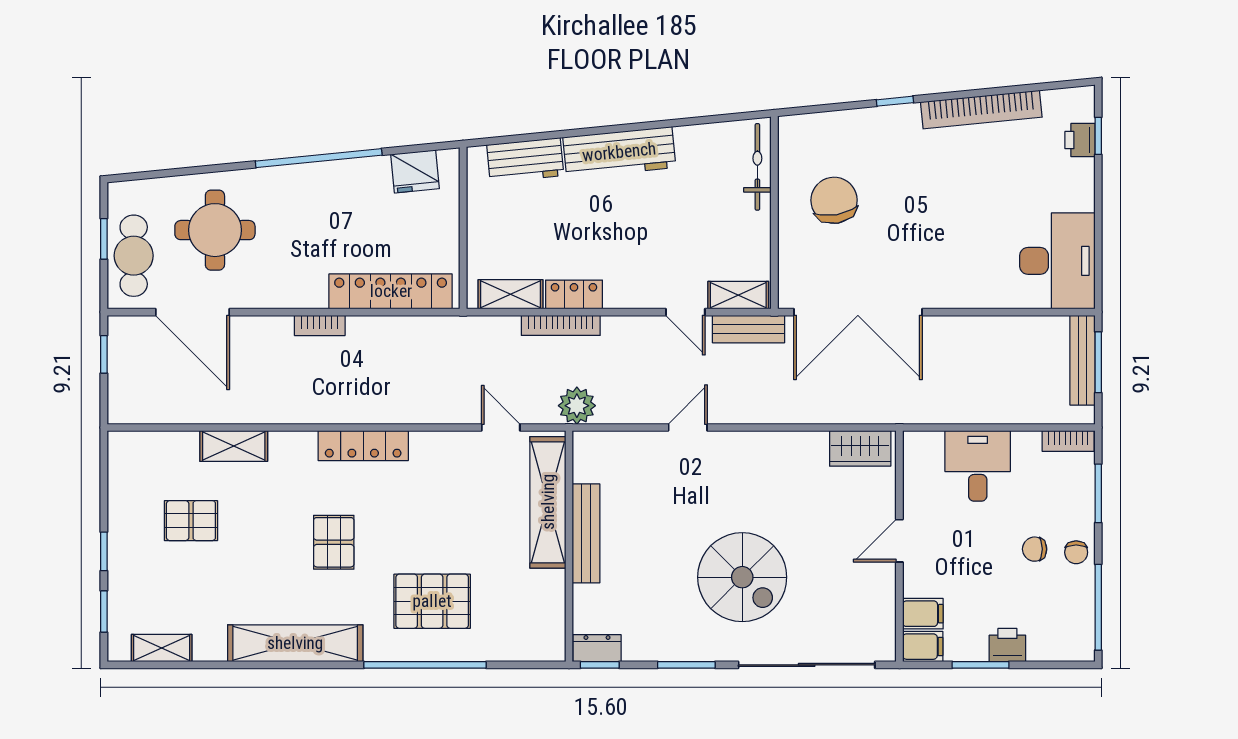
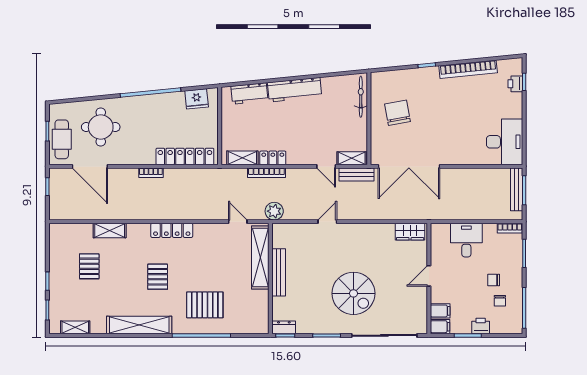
pallet: (191, 521) -> (89, 266), turned 90
chair: (1076, 552) -> (500, 301), moved

